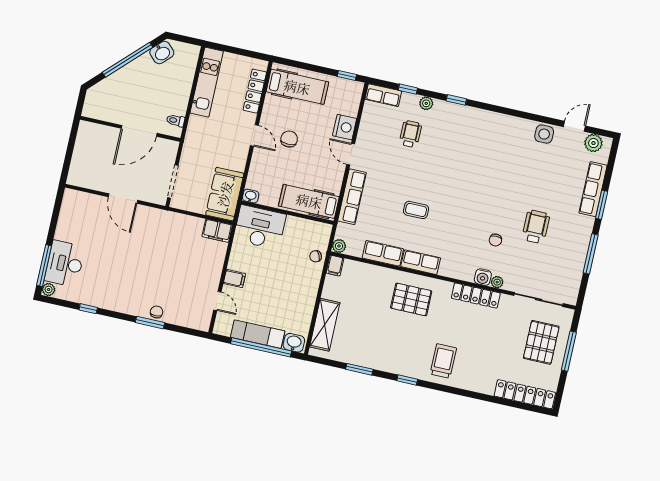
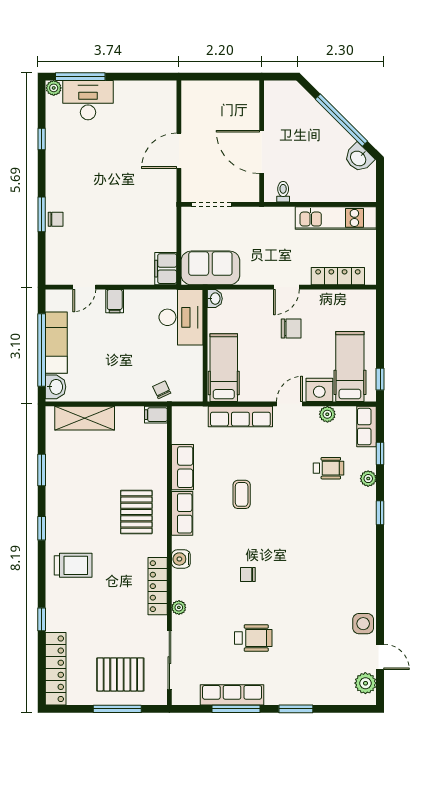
hospital bed: (297, 87) -> (350, 367), moved, turned 180
row of seats: (593, 189) -> (232, 695), moved
chair: (495, 240) -> (248, 574), moved
plant: (339, 246) -> (327, 414), moved
water cooler: (483, 277) -> (181, 559), moved
window: (482, 397) -> (42, 619), added

